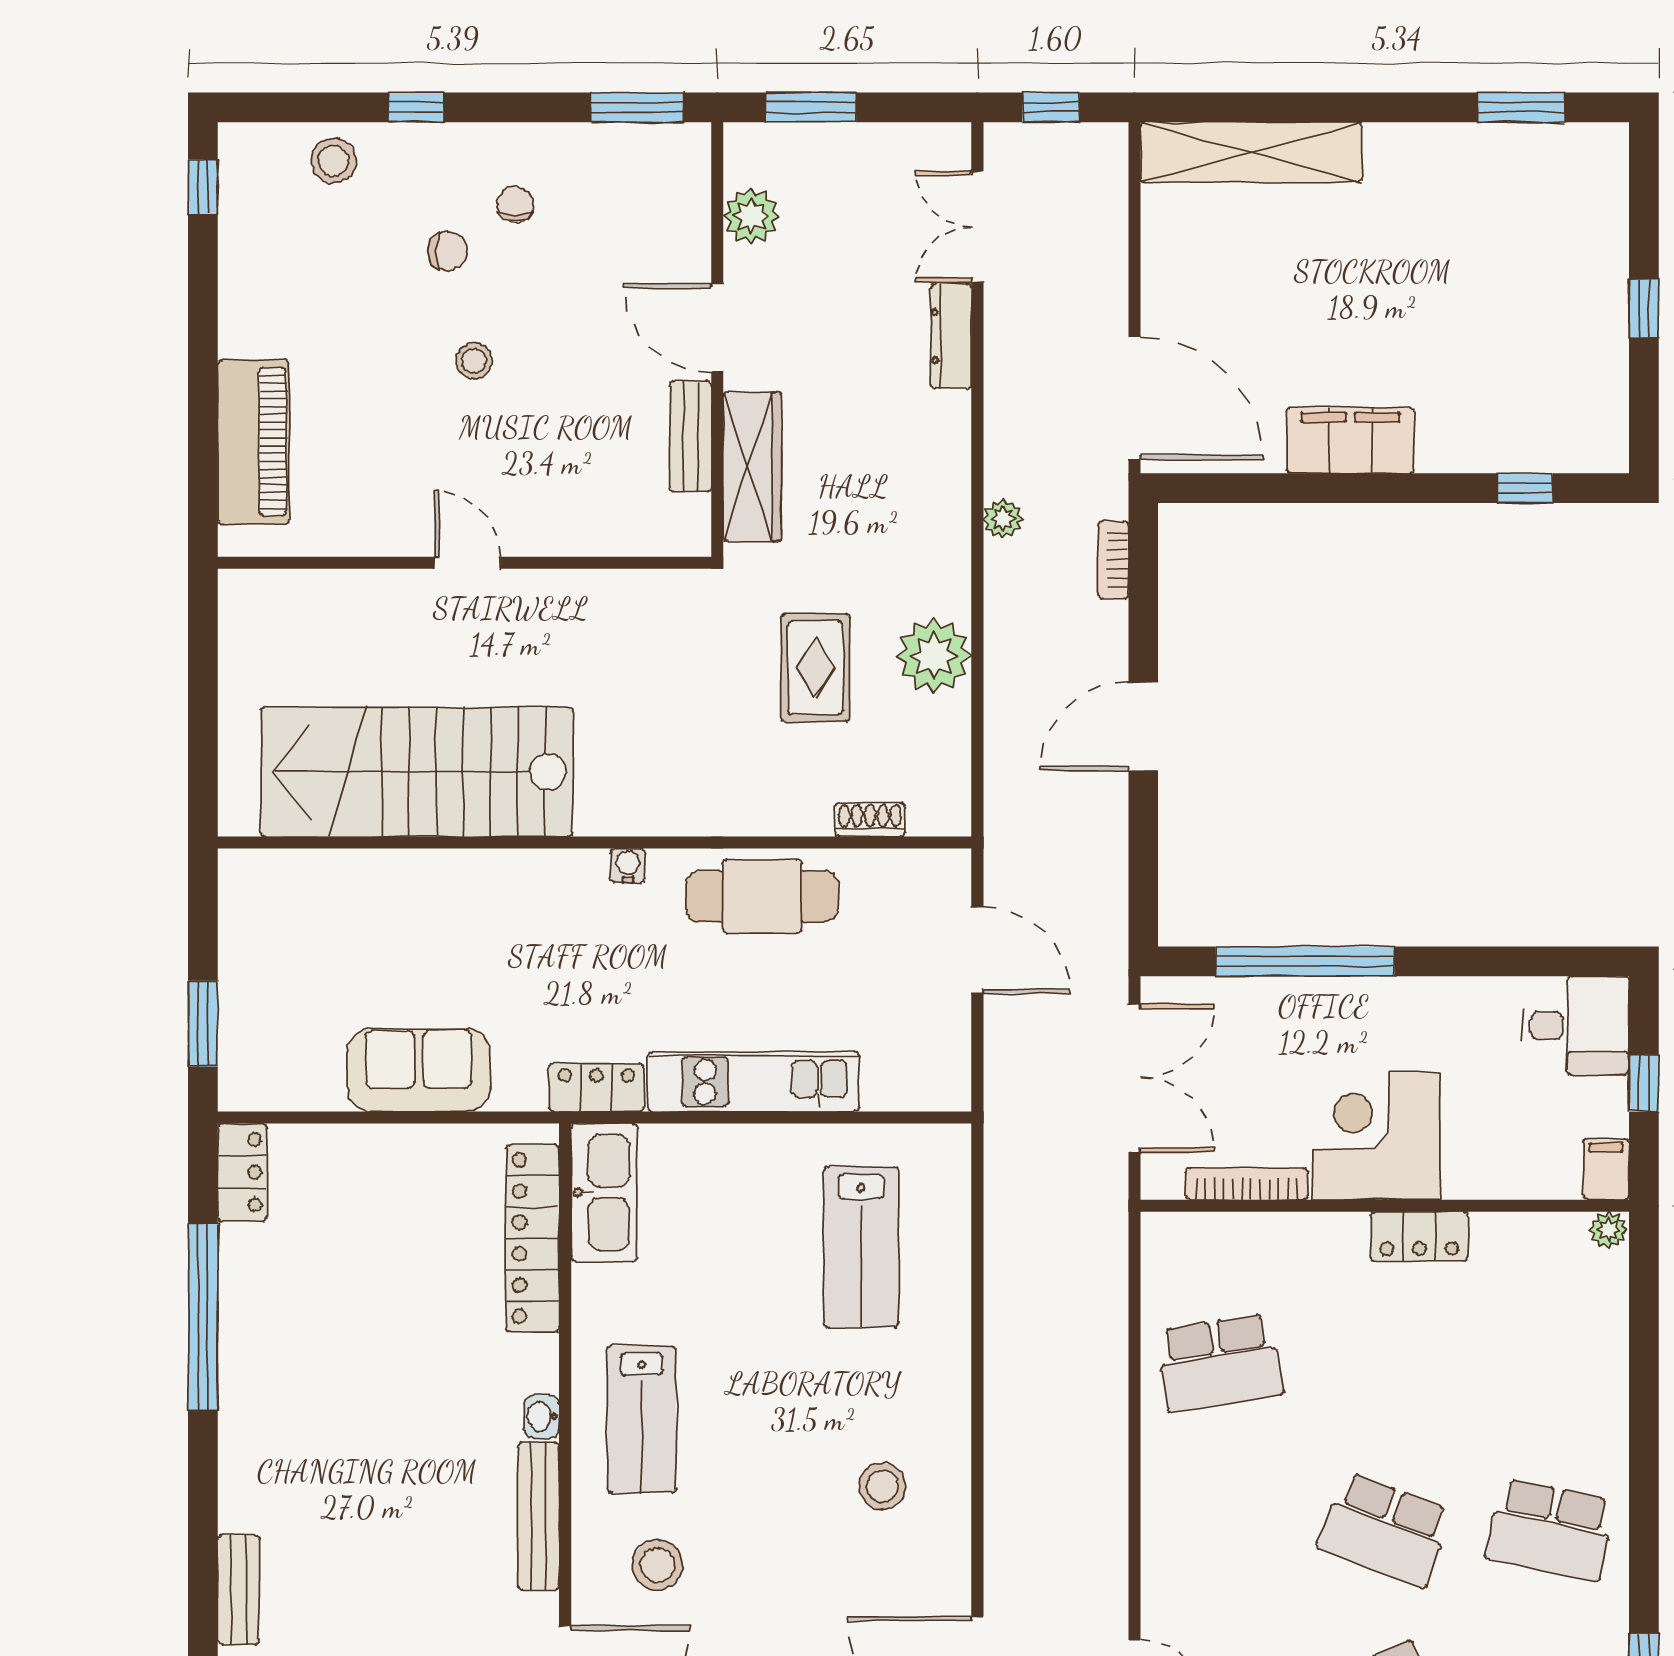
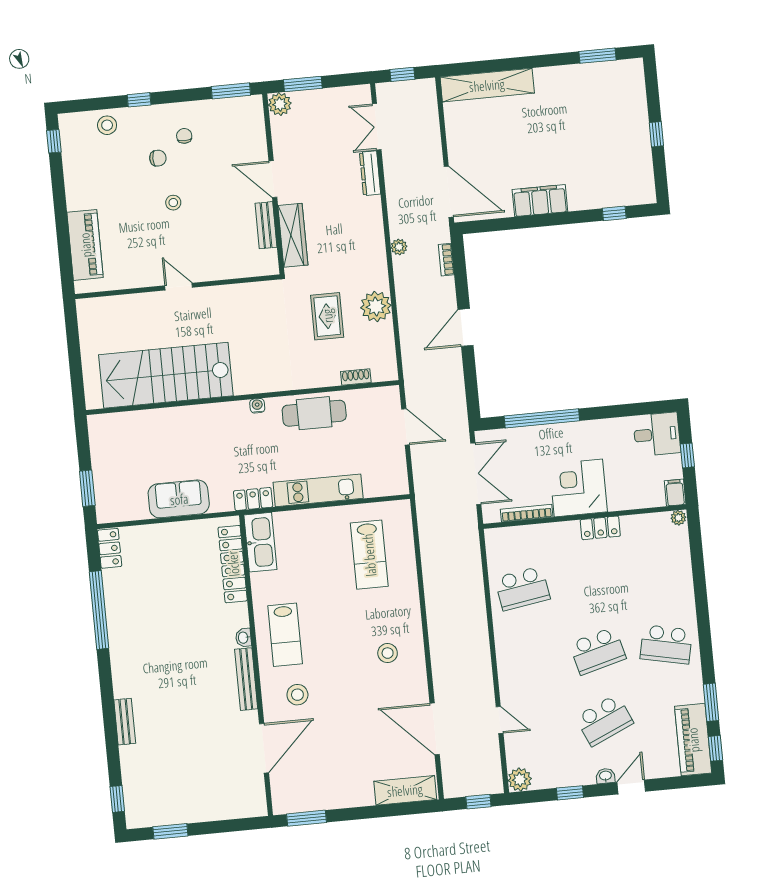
plant: (751, 216) -> (280, 104), moved
school desk: (1385, 1530) -> (598, 651), turned -36

